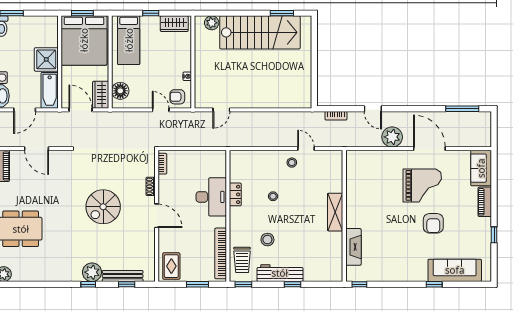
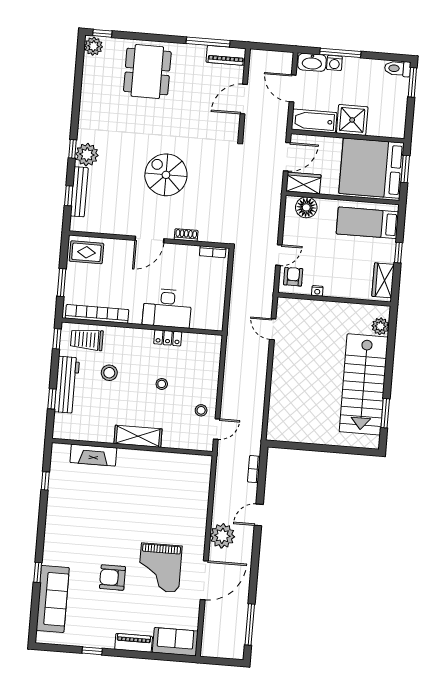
shelving: (335, 212) -> (138, 436), moved
wall: (344, 216) -> (132, 447), moved
fireplace: (353, 247) -> (93, 455), moved

